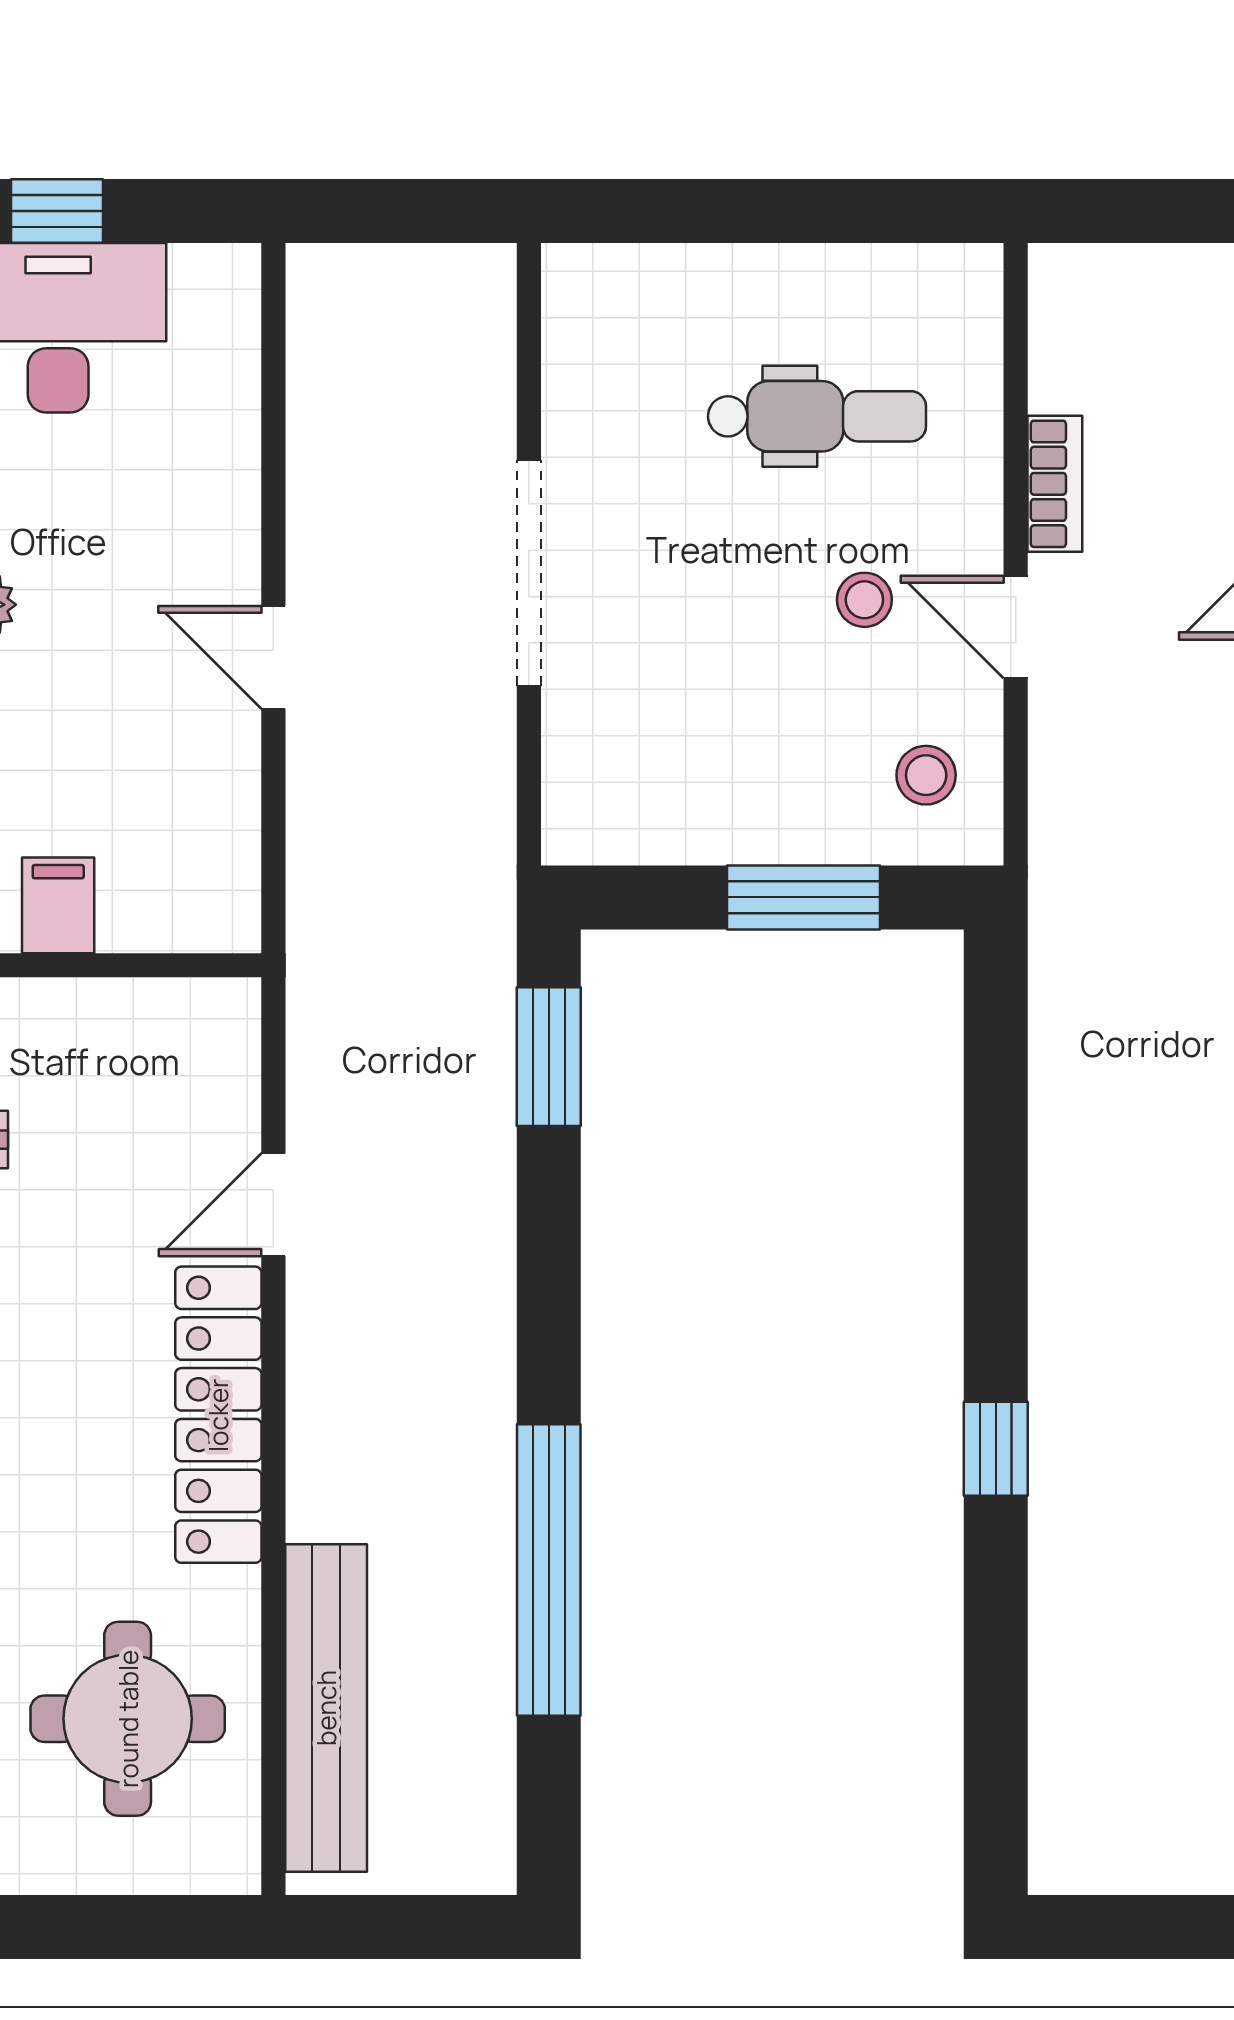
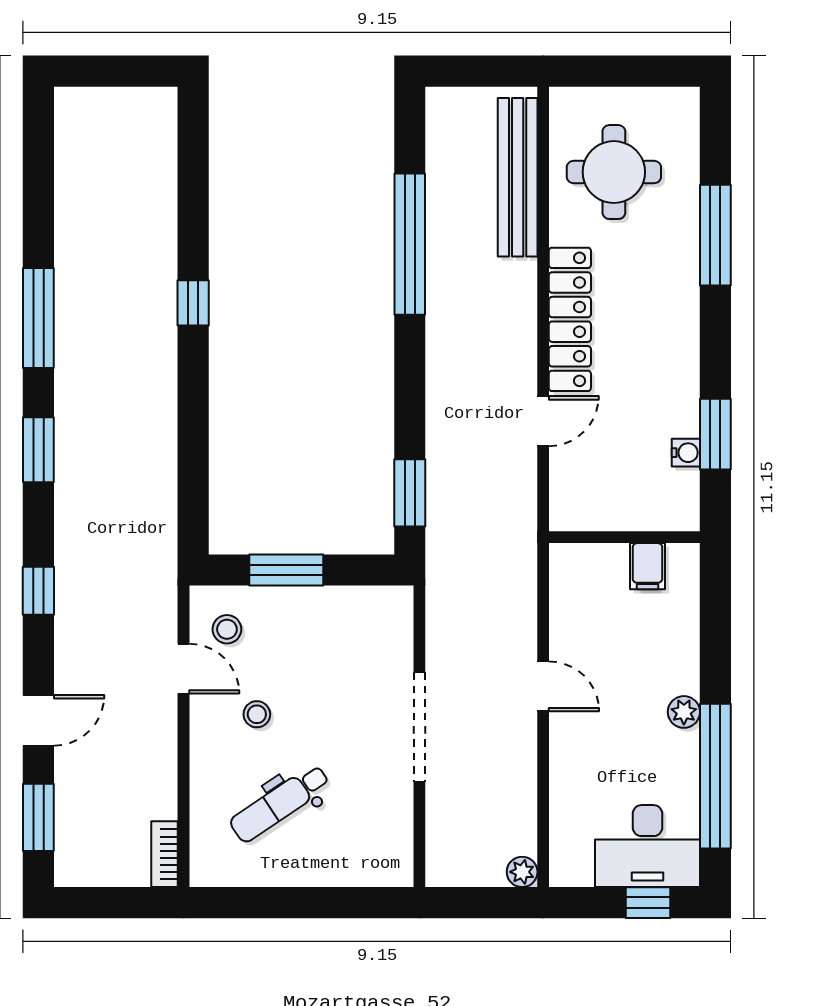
plant: (317, 275) -> (522, 872), added
dental chair: (817, 416) -> (280, 803), turned -34
bookcase: (1055, 484) -> (164, 854), moved
door: (1016, 627) -> (184, 669), moved

